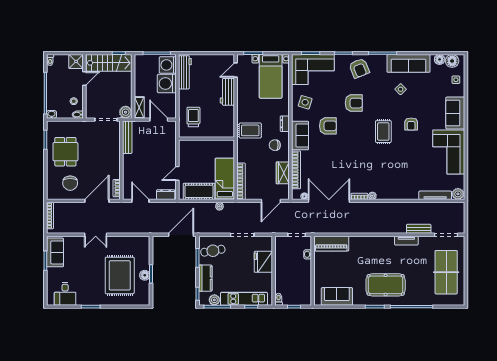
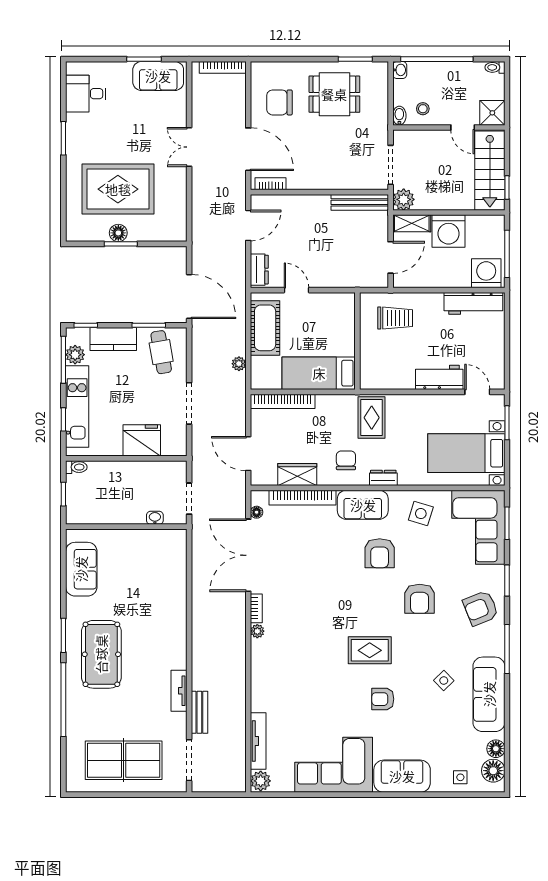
washing machine: (167, 83) -> (449, 231), moved, turned 180
bed: (225, 179) -> (319, 373), moved, turned 180
double door: (329, 201) -> (248, 555), swing flipped
piano: (331, 244) -> (174, 559), removed

